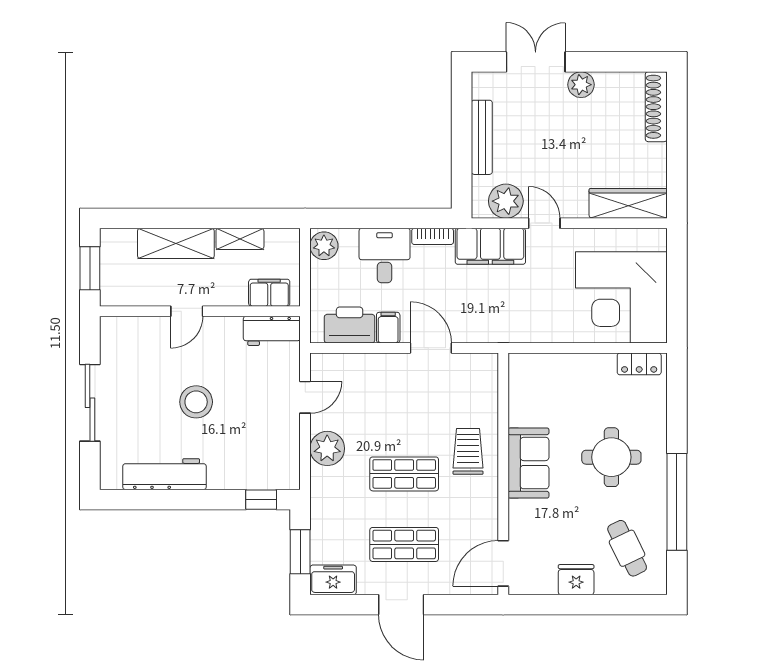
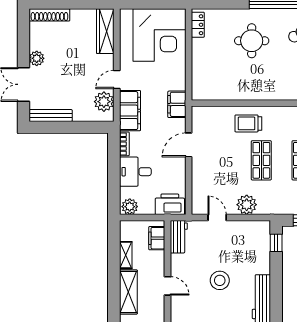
bench: (482, 137) -> (51, 116), moved
printer: (350, 325) -> (170, 204), moved, turned 90
filing cabinet: (388, 328) -> (177, 104), moved, width x2.00
sofa: (528, 463) -> (255, 89), removed

